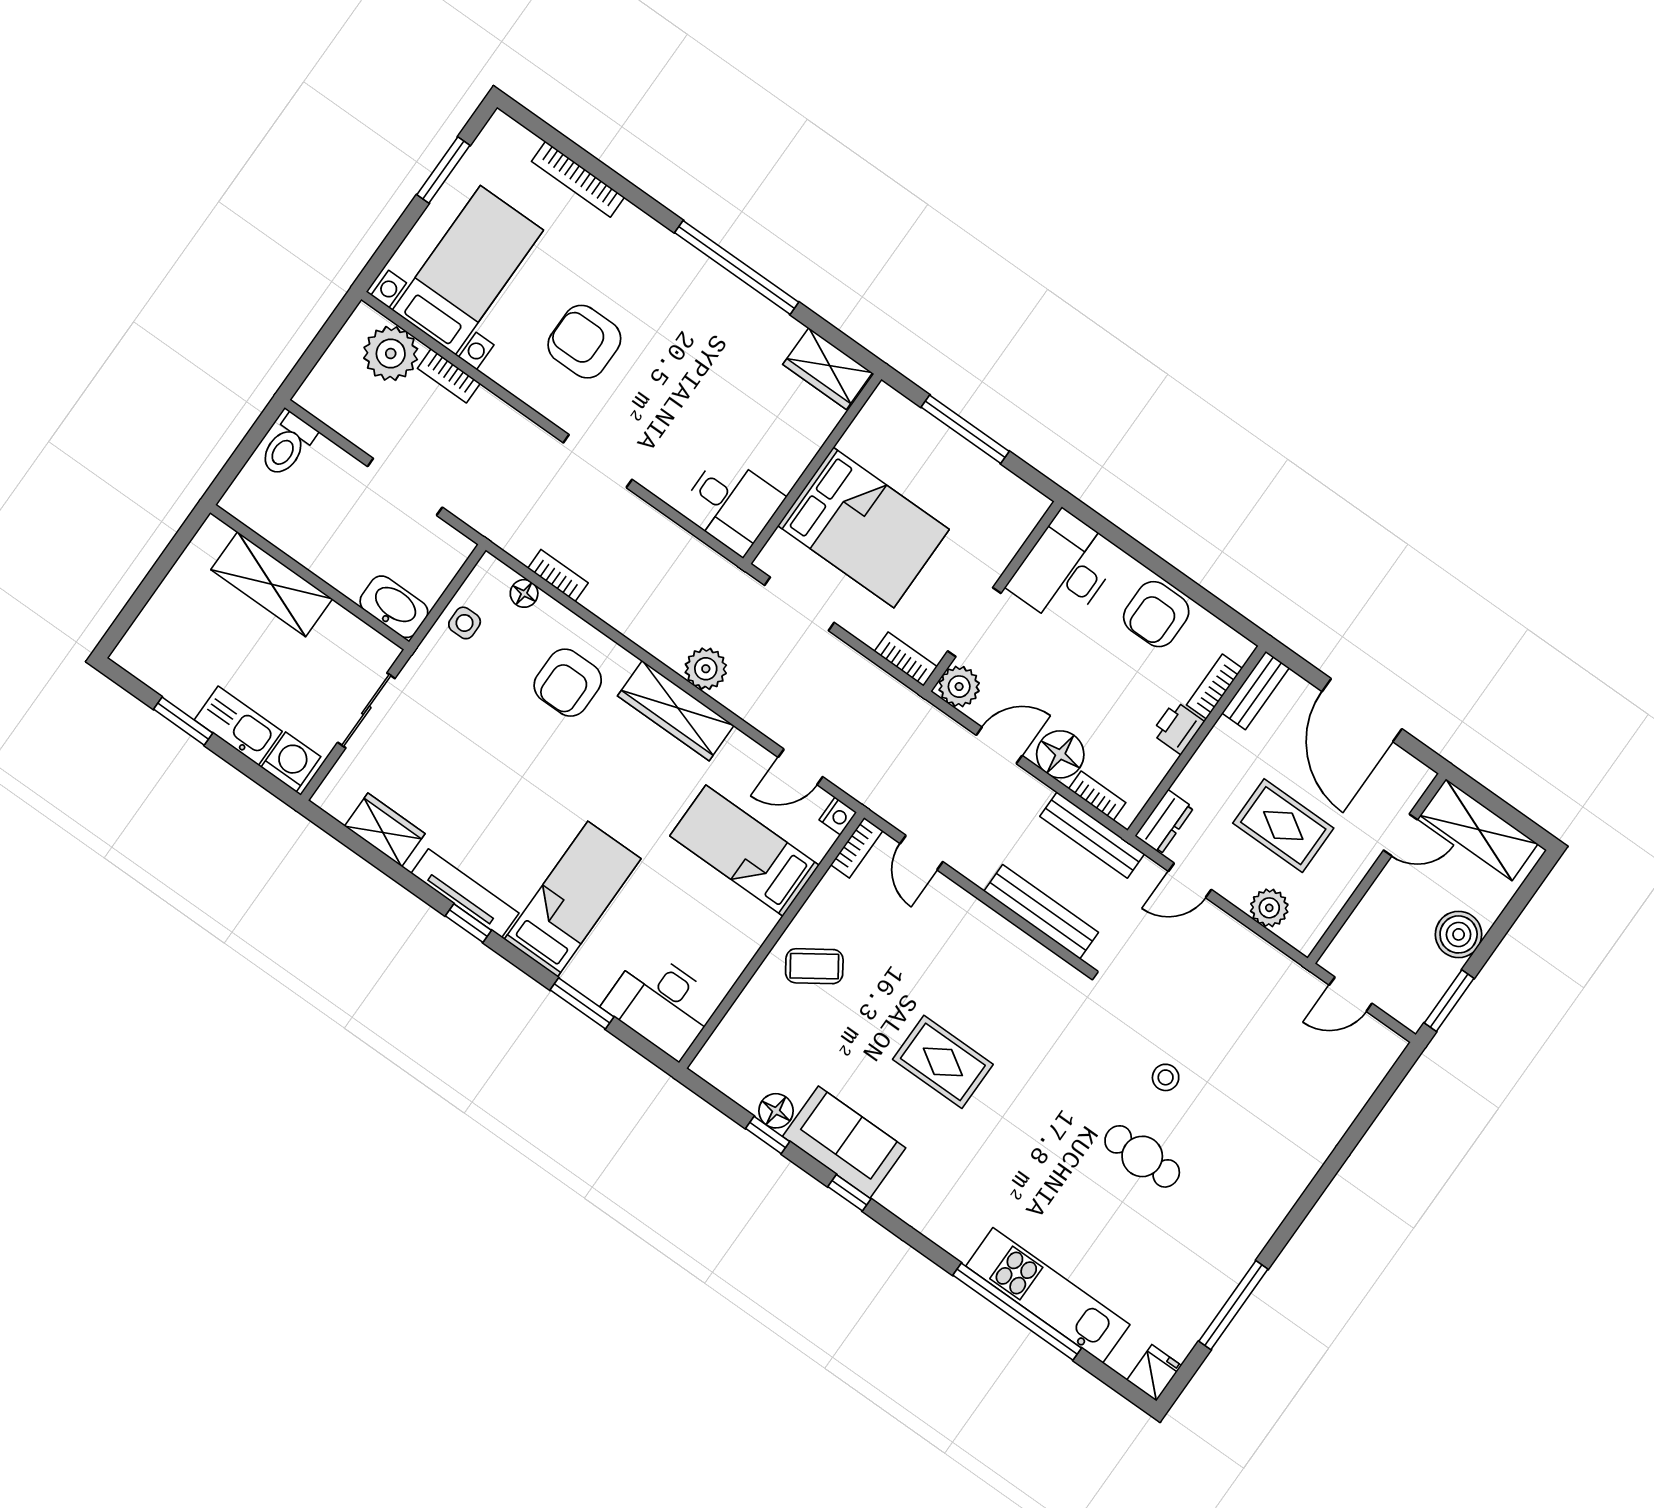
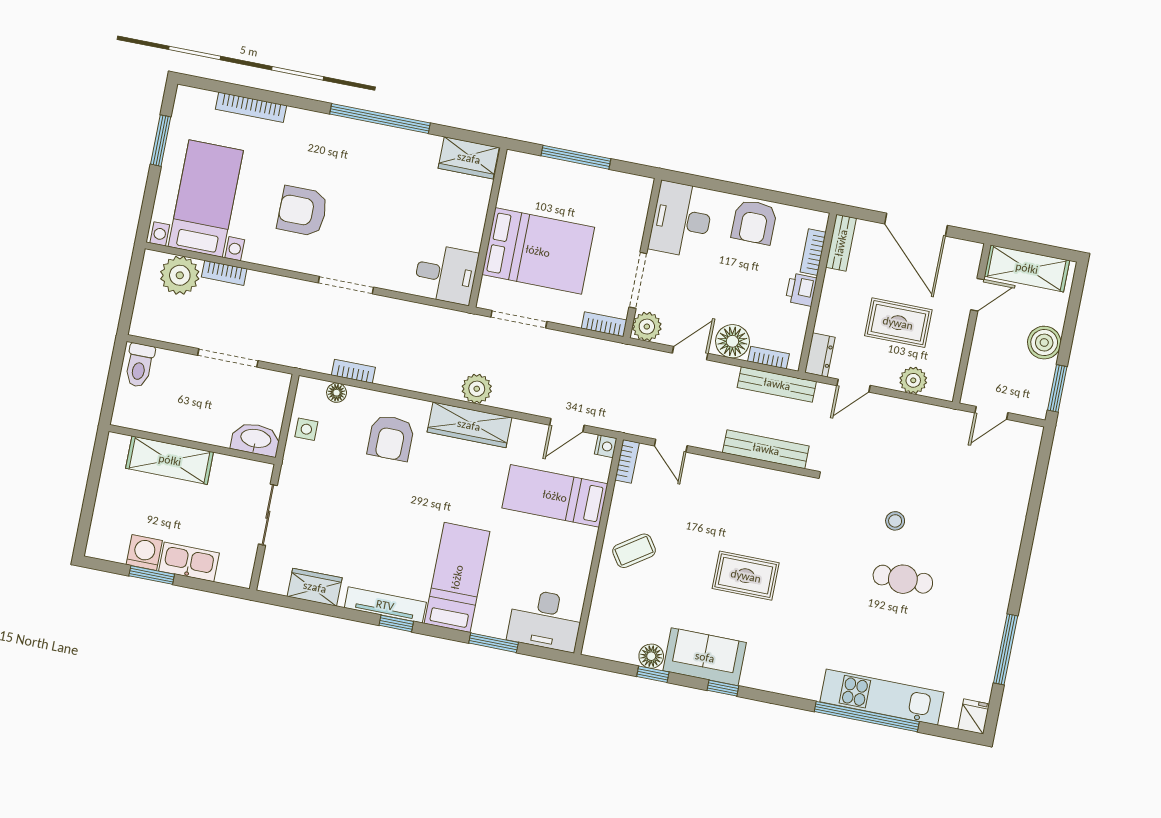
washing machine: (291, 762) -> (144, 553), moved

